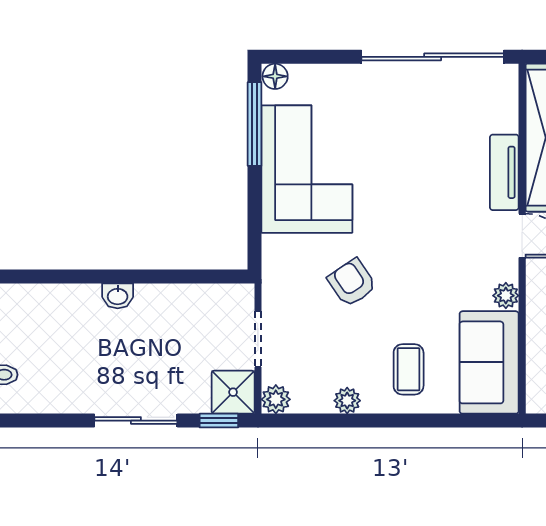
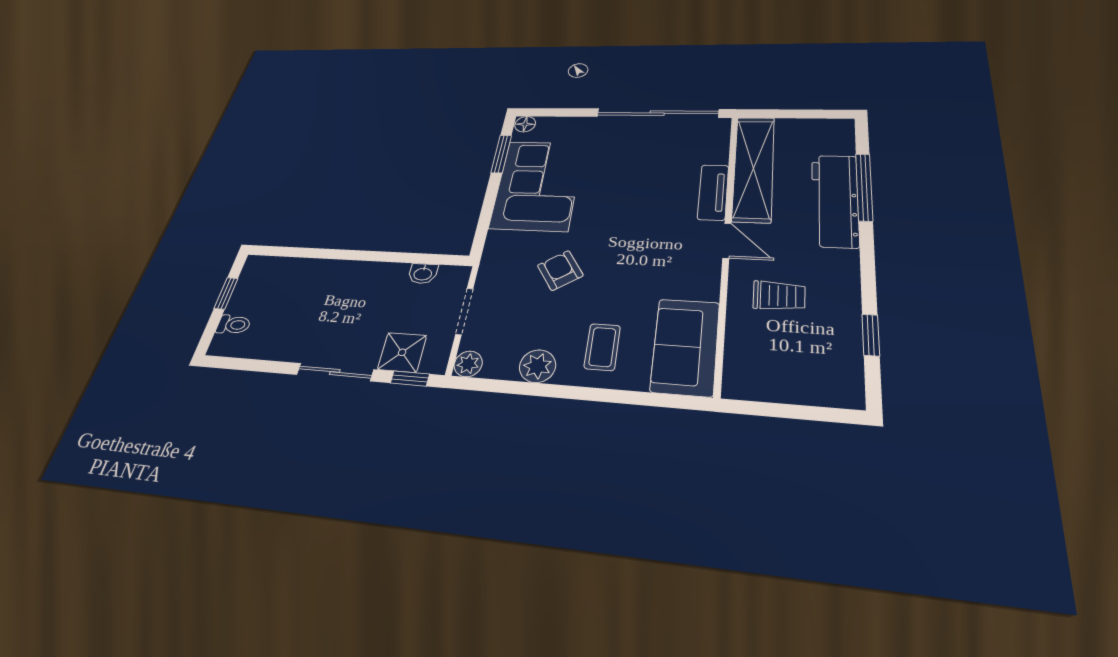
window: (255, 124) -> (501, 154), width x0.69
washbasin: (118, 296) -> (423, 274), moved
plant: (506, 296) -> (707, 289), removed
shower: (233, 392) -> (402, 352), moved
plant: (347, 401) -> (537, 366), width x1.38, depth x1.38

